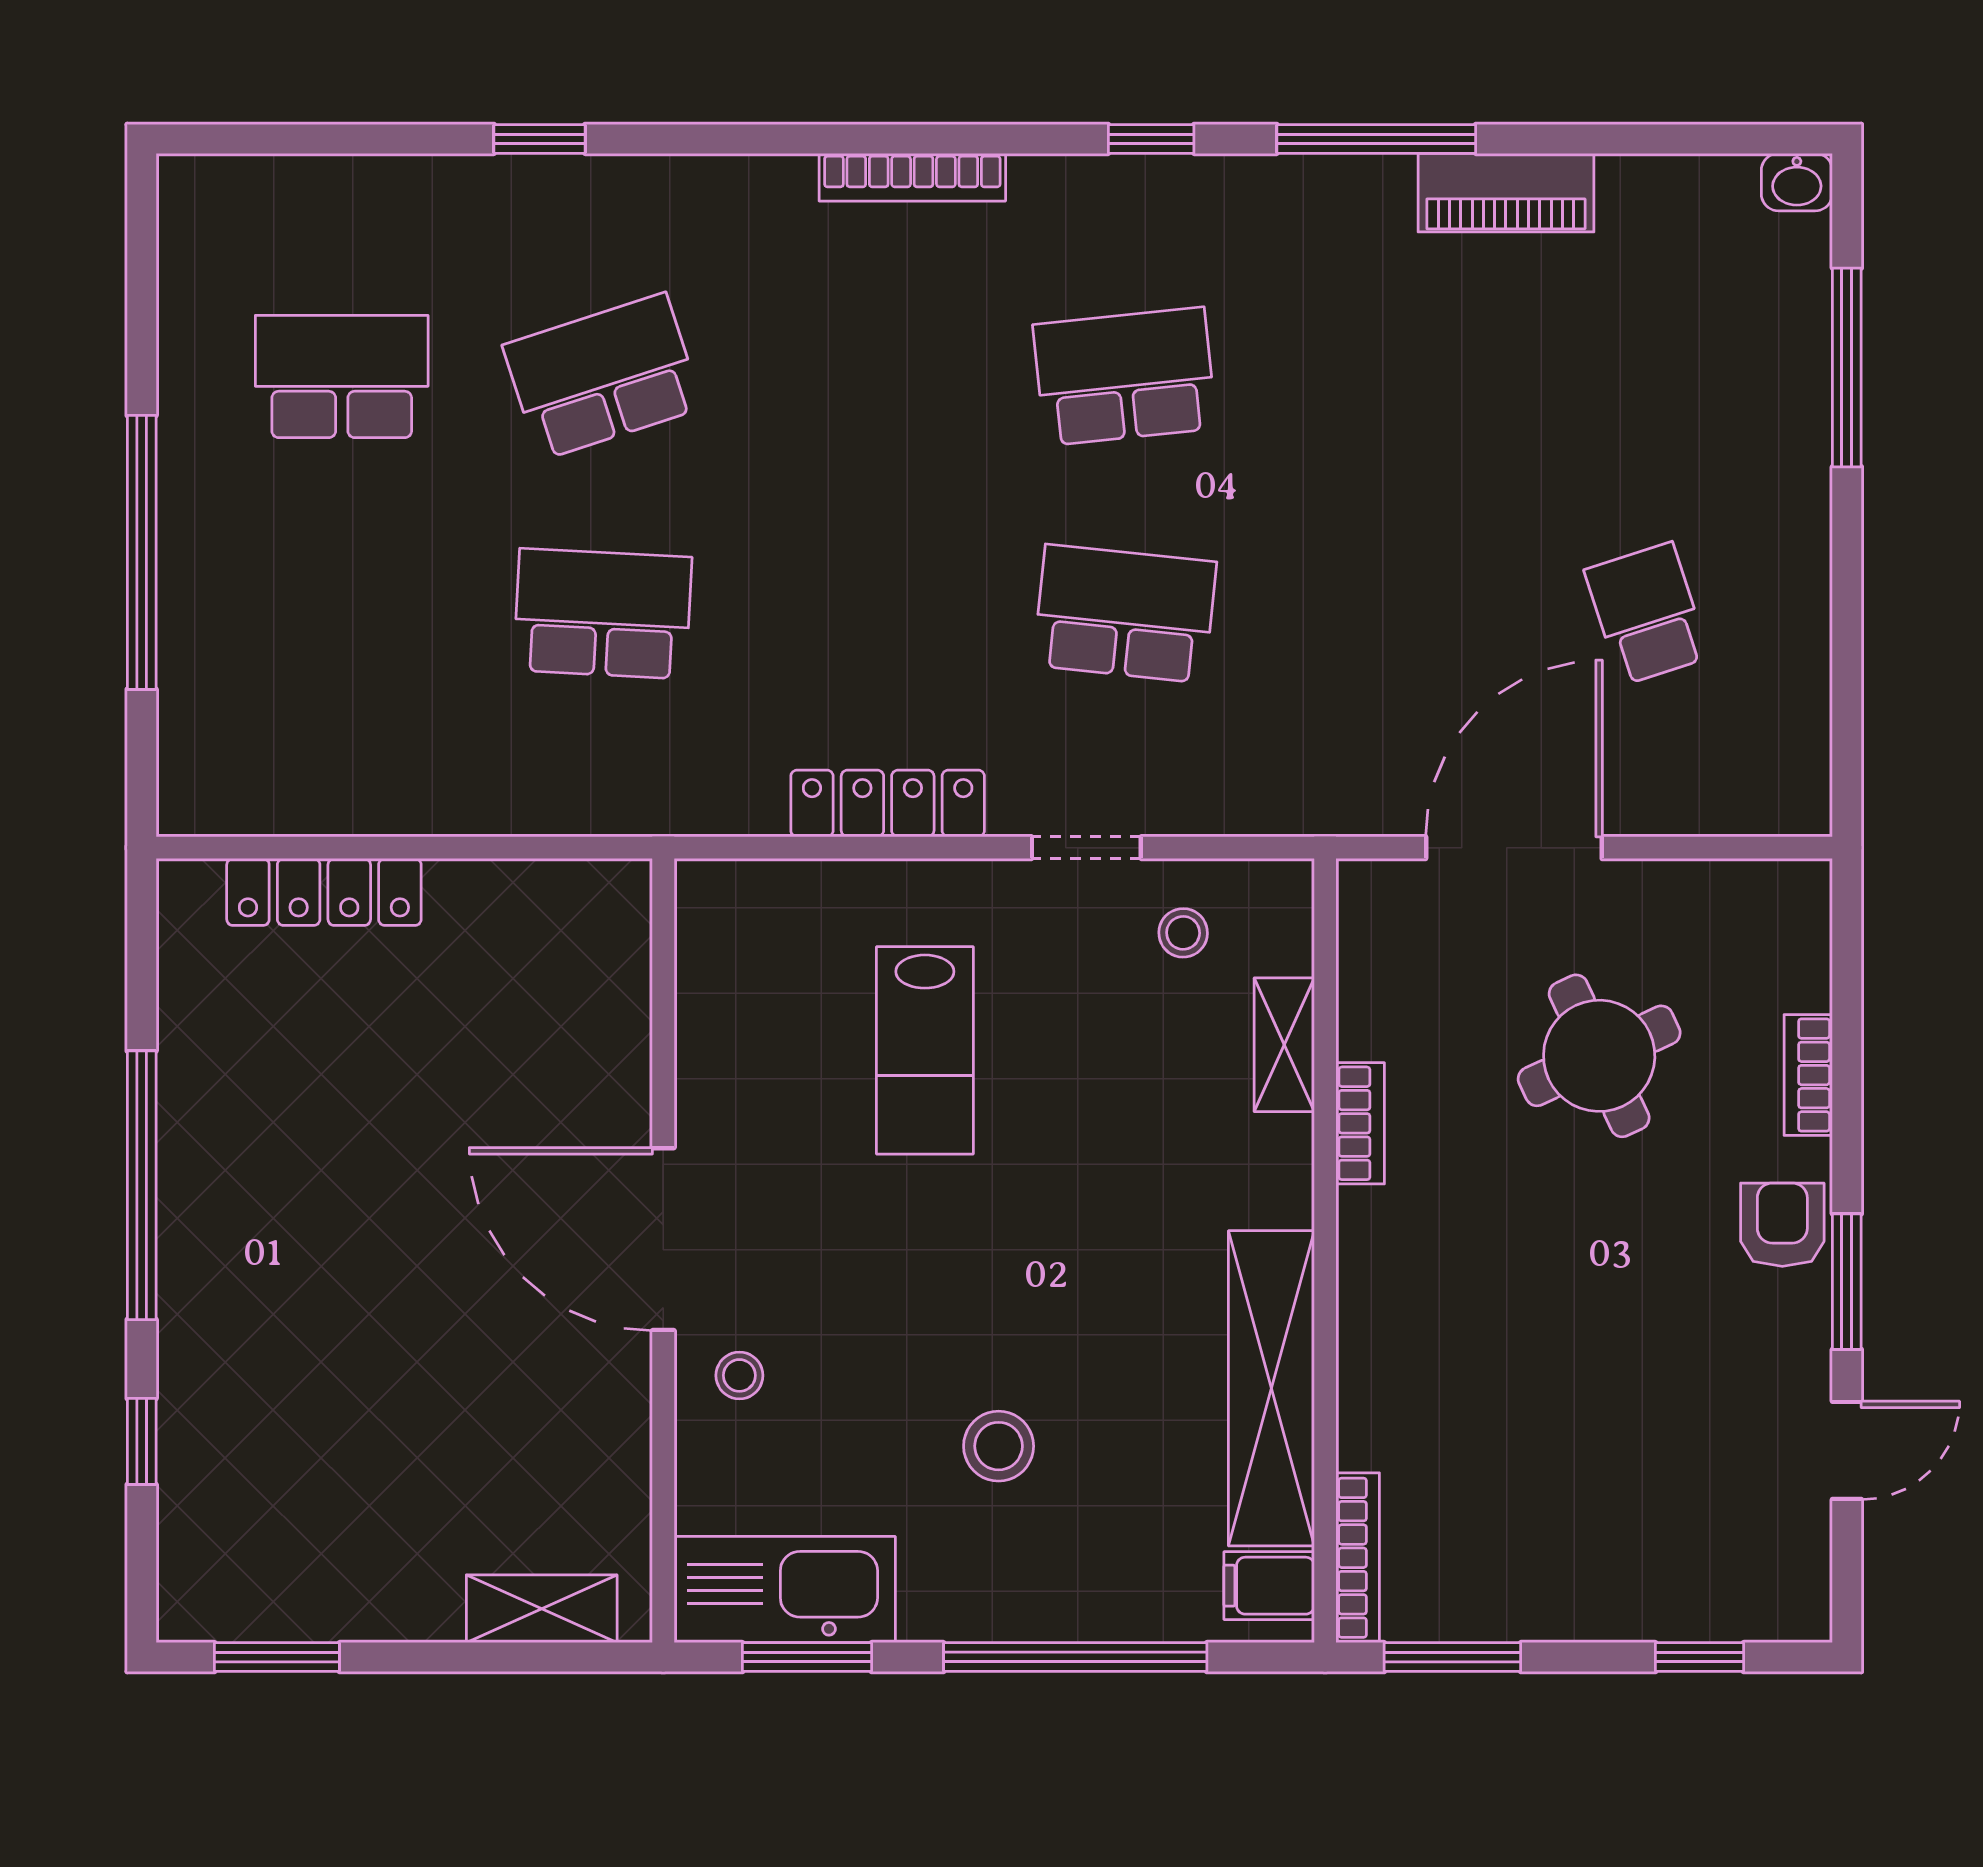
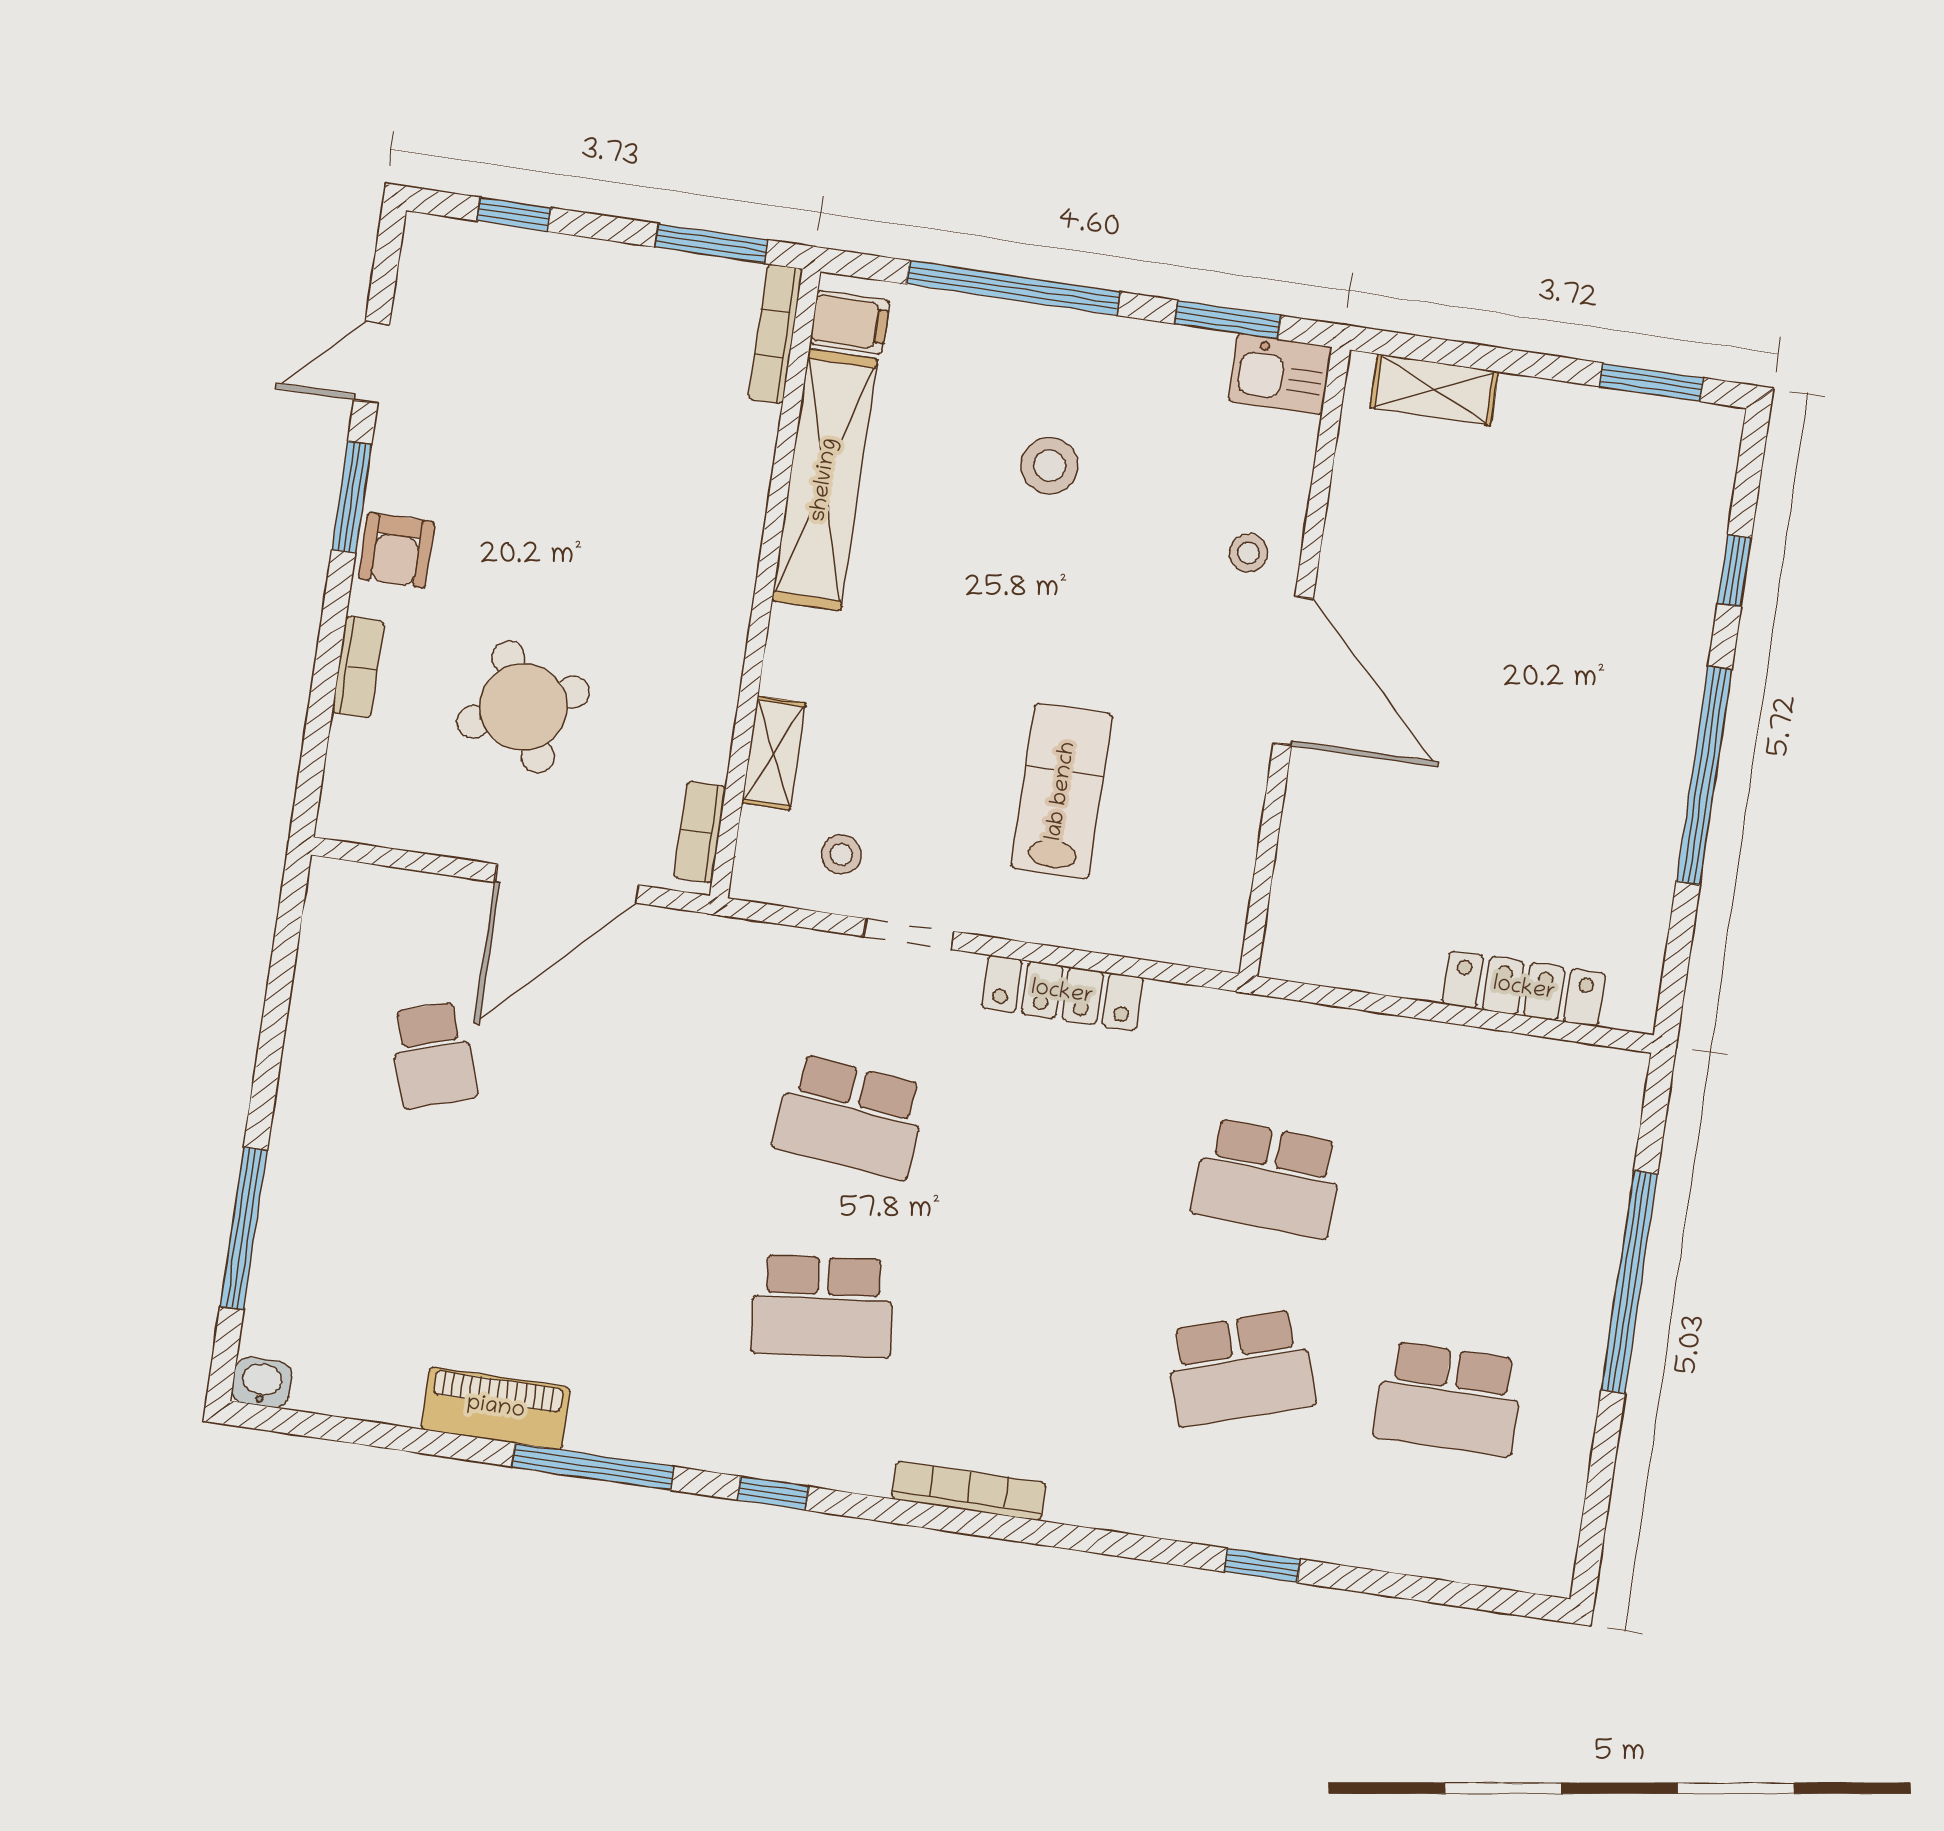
bookcase: (1360, 1123) -> (700, 832), moved
kitchen sink: (785, 1590) -> (1280, 374), width x0.53, depth x0.81

